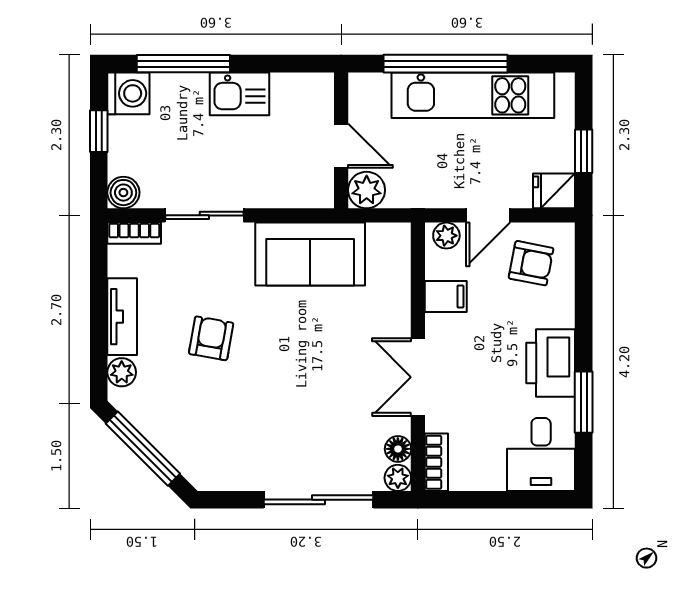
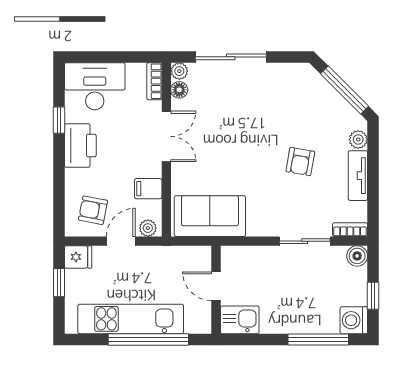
kitchen sink: (239, 94) -> (240, 320), moved
plant: (367, 190) -> (200, 258), removed
sofa: (310, 254) -> (210, 216), moved
window: (584, 402) -> (59, 120), width x0.67
desk: (541, 454) -> (95, 86), width x1.37

